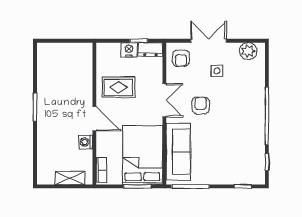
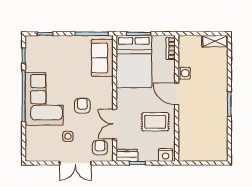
nightstand: (129, 50) -> (166, 155), moved
plant: (248, 51) -> (40, 154), removed
double door: (164, 100) -> (115, 124), moved
armchair: (201, 105) -> (82, 106), turned 180
corner sofa: (244, 113) -> (44, 99), added
sofa: (178, 152) -> (102, 58), width x0.73
shelving: (70, 178) -> (215, 41), moved

